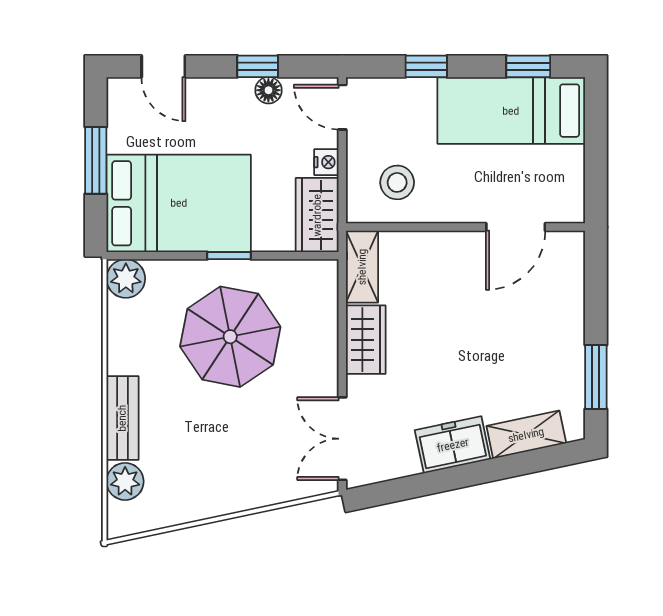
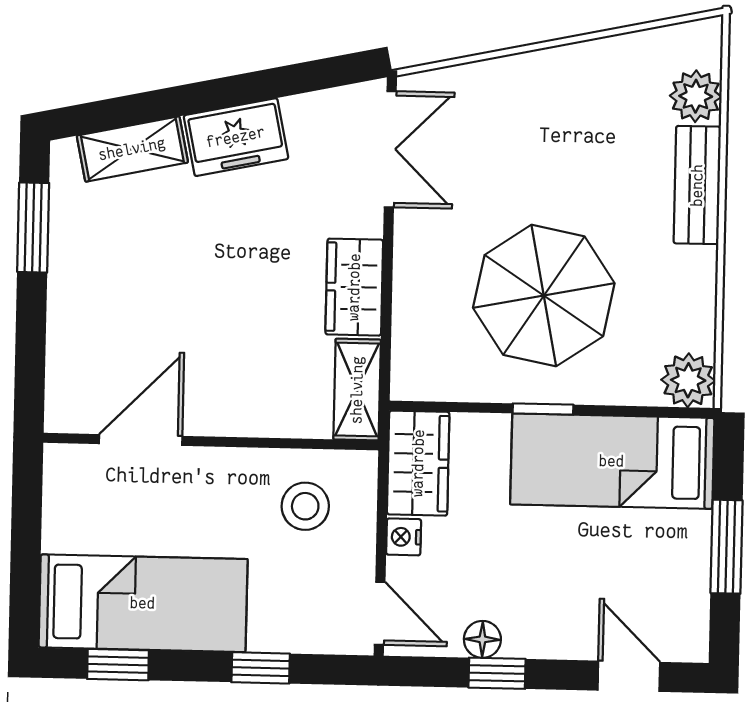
bed: (179, 203) -> (612, 461), width x0.67

